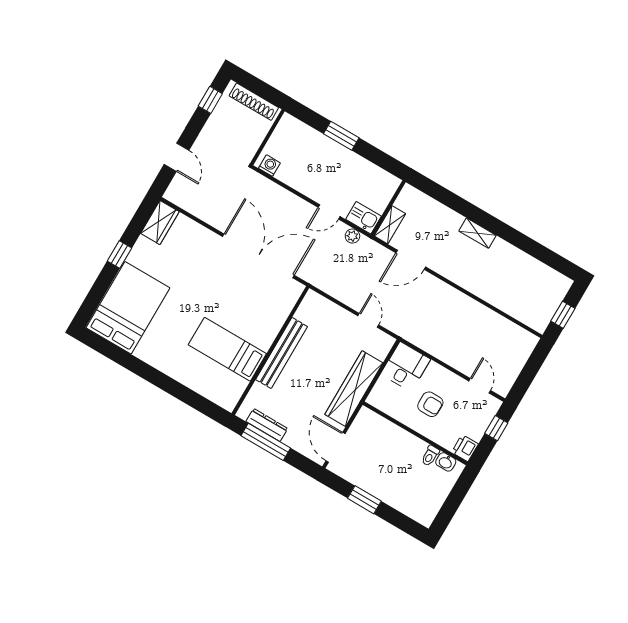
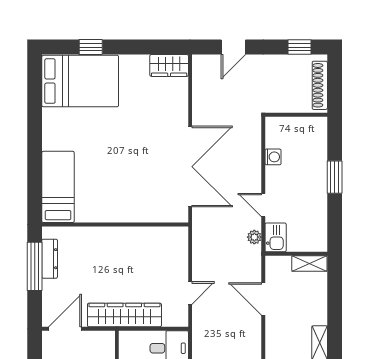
washing machine: (269, 166) -> (273, 157), moved
shelving: (390, 225) -> (309, 263), moved
window: (120, 255) -> (91, 47), moved
bed: (227, 349) -> (58, 187), moved
bench: (282, 353) -> (119, 235), removed

